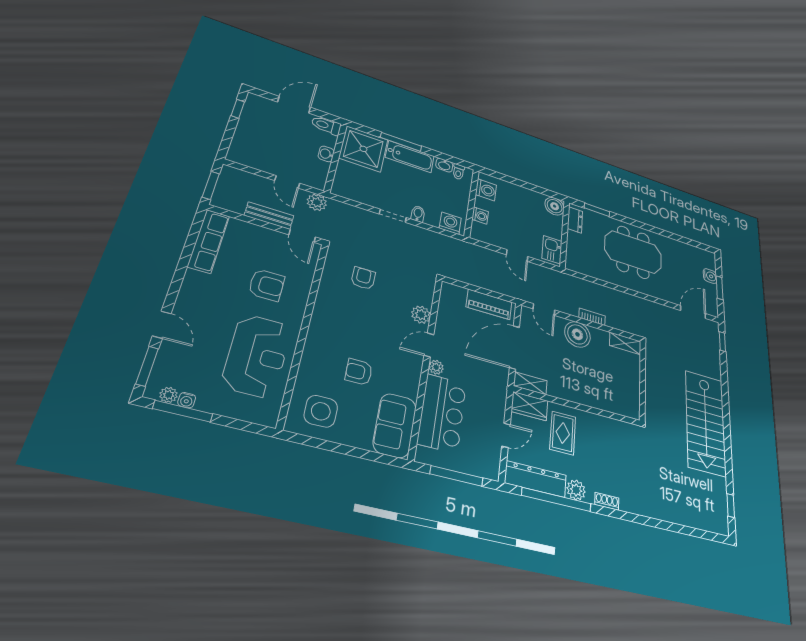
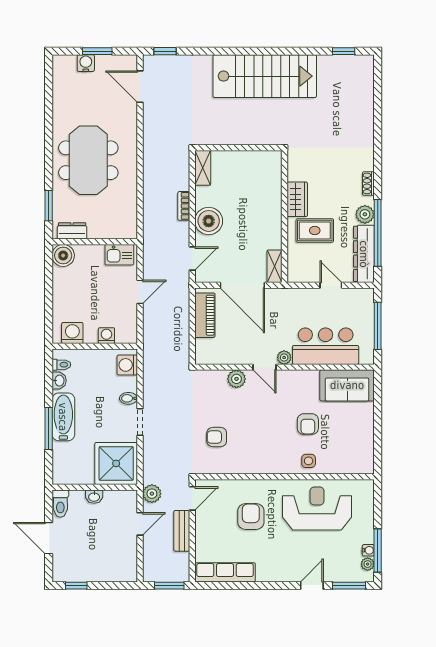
shower: (363, 149) -> (116, 463), moved
wardrobe: (530, 406) -> (297, 199), moved
side table: (321, 411) -> (309, 461), moved, width x0.54, depth x0.54

